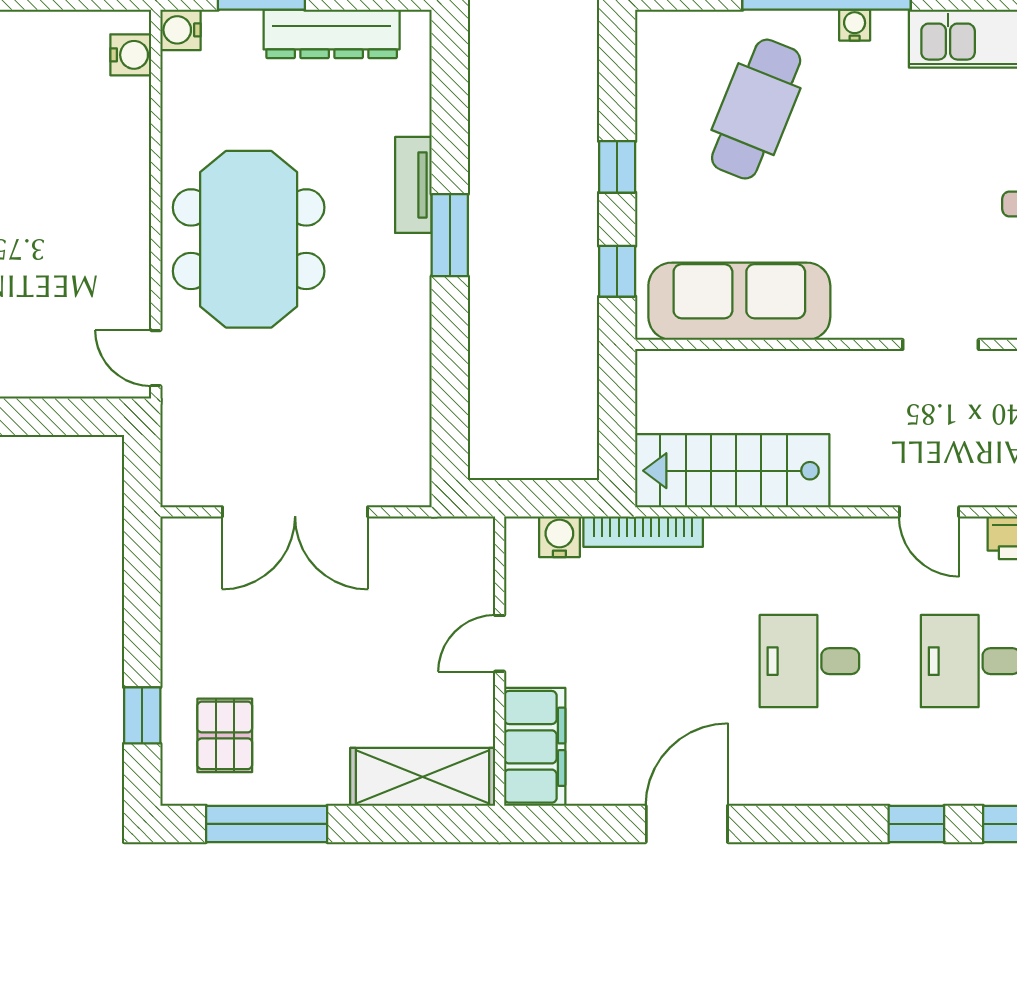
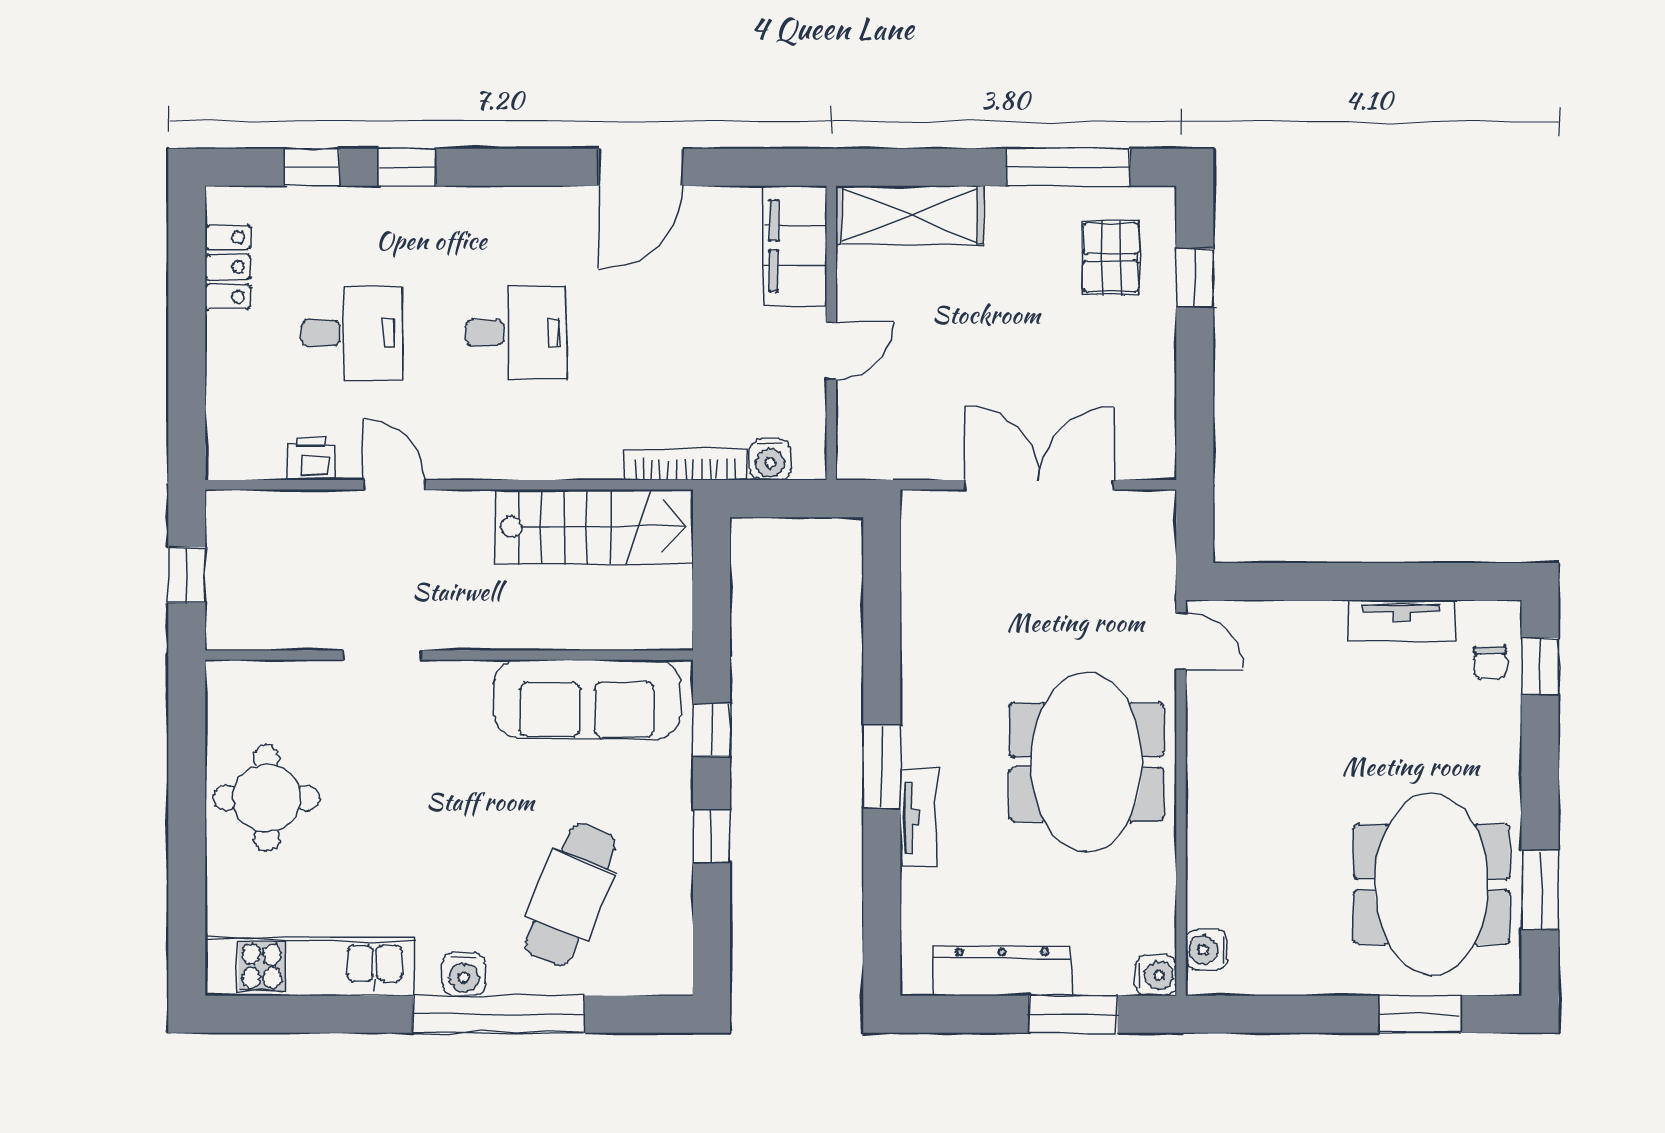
water cooler: (855, 25) -> (464, 974), width x1.38, depth x1.38

